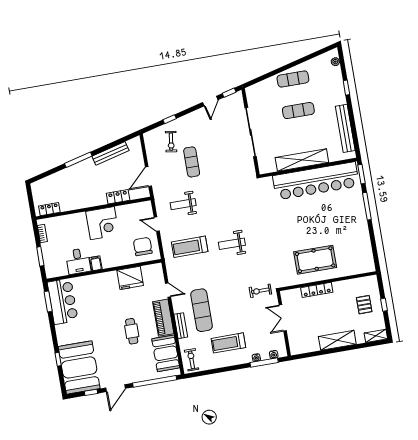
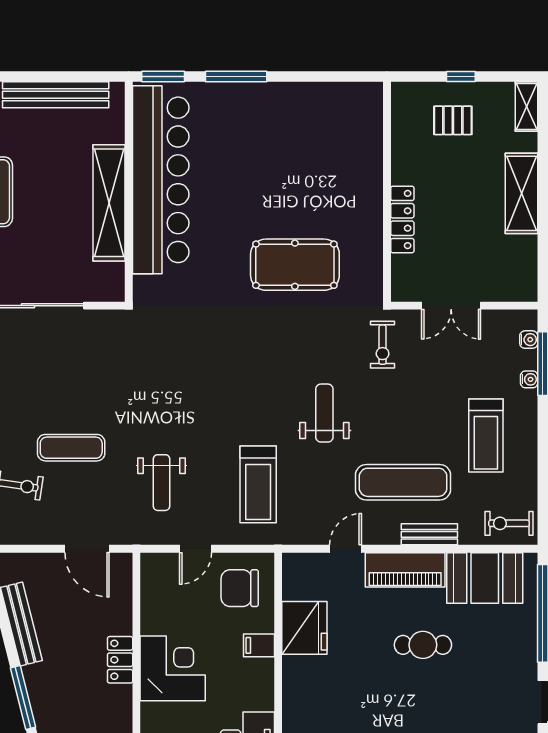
locker: (118, 197) -> (120, 660), moved
weight bench: (232, 244) -> (324, 413), moved, turned 180
pool table: (315, 260) -> (295, 265), moved, turned 90
filing cabinet: (96, 263) -> (259, 645), moved

